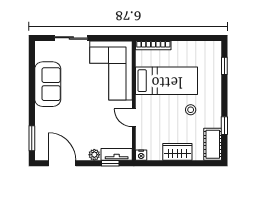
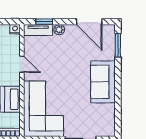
sofa: (48, 84) -> (103, 82), moved

